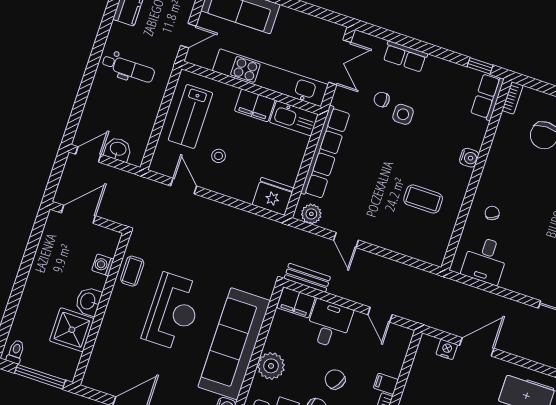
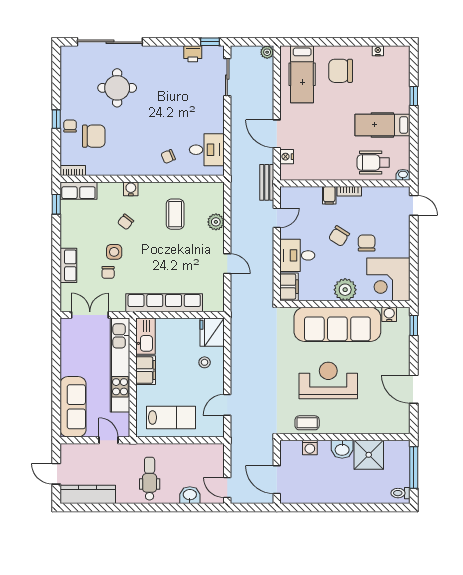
chair: (433, 139) -> (126, 222), added
washbasin: (118, 149) -> (190, 495), moved, turned 90
stool: (219, 156) -> (205, 362), moved
plant: (311, 214) -> (216, 222), moved
door: (346, 240) -> (227, 264), hinge flipped
bench: (307, 278) -> (267, 182), moved

